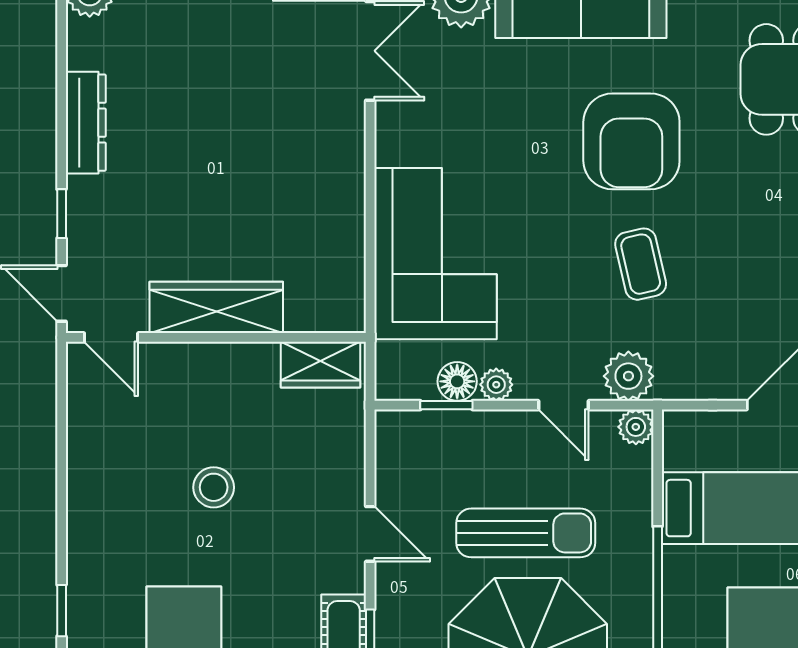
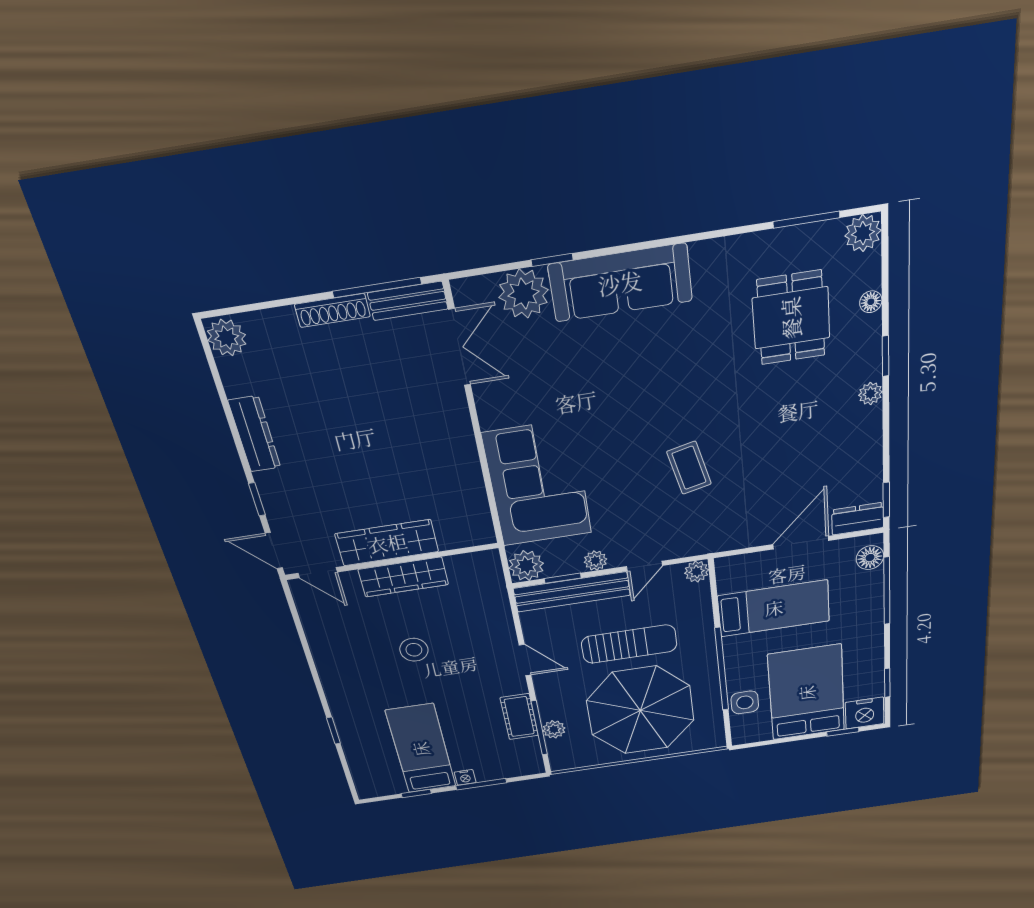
armchair: (631, 141) -> (673, 383), removed
wardrobe: (321, 365) -> (403, 577), moved, width x1.50
plant: (628, 376) -> (526, 566), moved
floor lamp: (457, 381) -> (568, 563), removed
door: (563, 405) -> (644, 566), hinge flipped
bench: (456, 430) -> (572, 592), added

